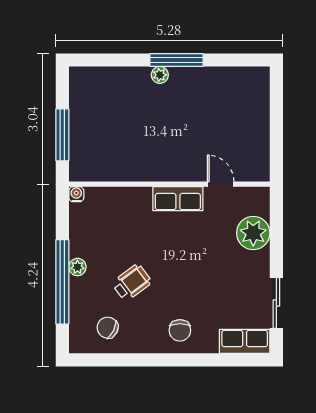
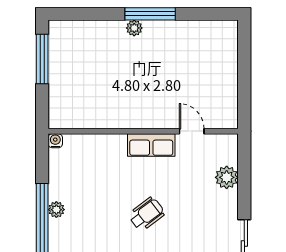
window: (62, 135) -> (42, 59), moved
plant: (253, 233) -> (227, 177), width x0.73, depth x0.73
wheelchair: (132, 283) -> (147, 214), moved

